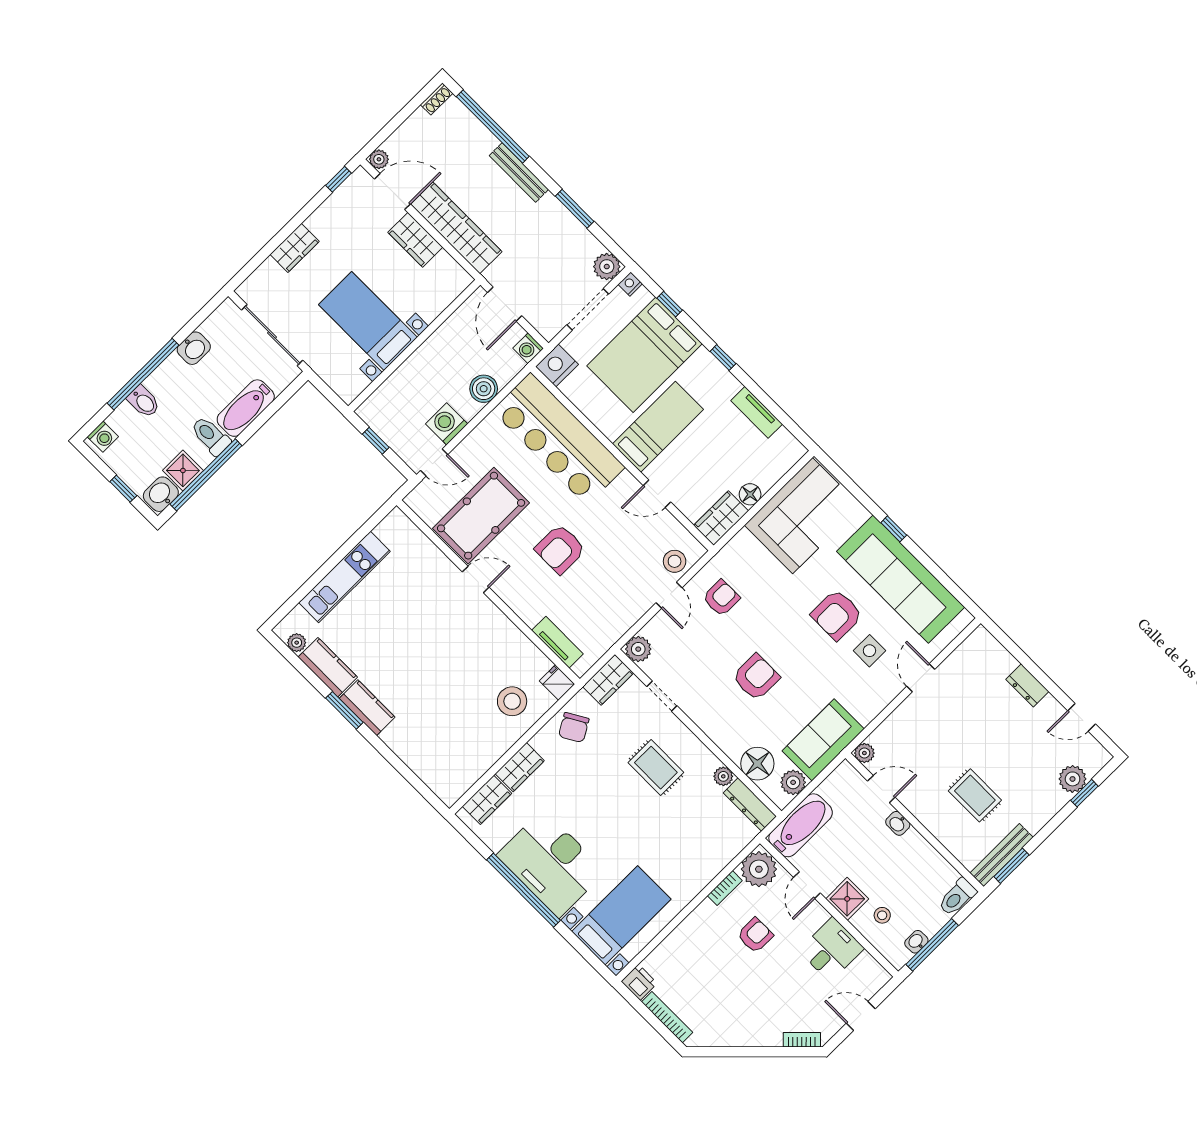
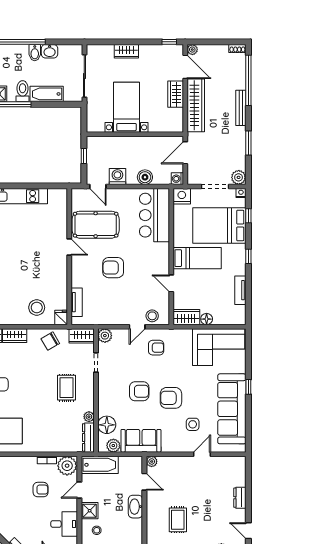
bidet: (144, 402) -> (35, 53), moved
bar counter: (558, 439) -> (154, 215), width x0.73
armchair: (837, 615) -> (171, 398), moved
washbasin: (898, 823) -> (135, 507), width x1.91, depth x1.45

